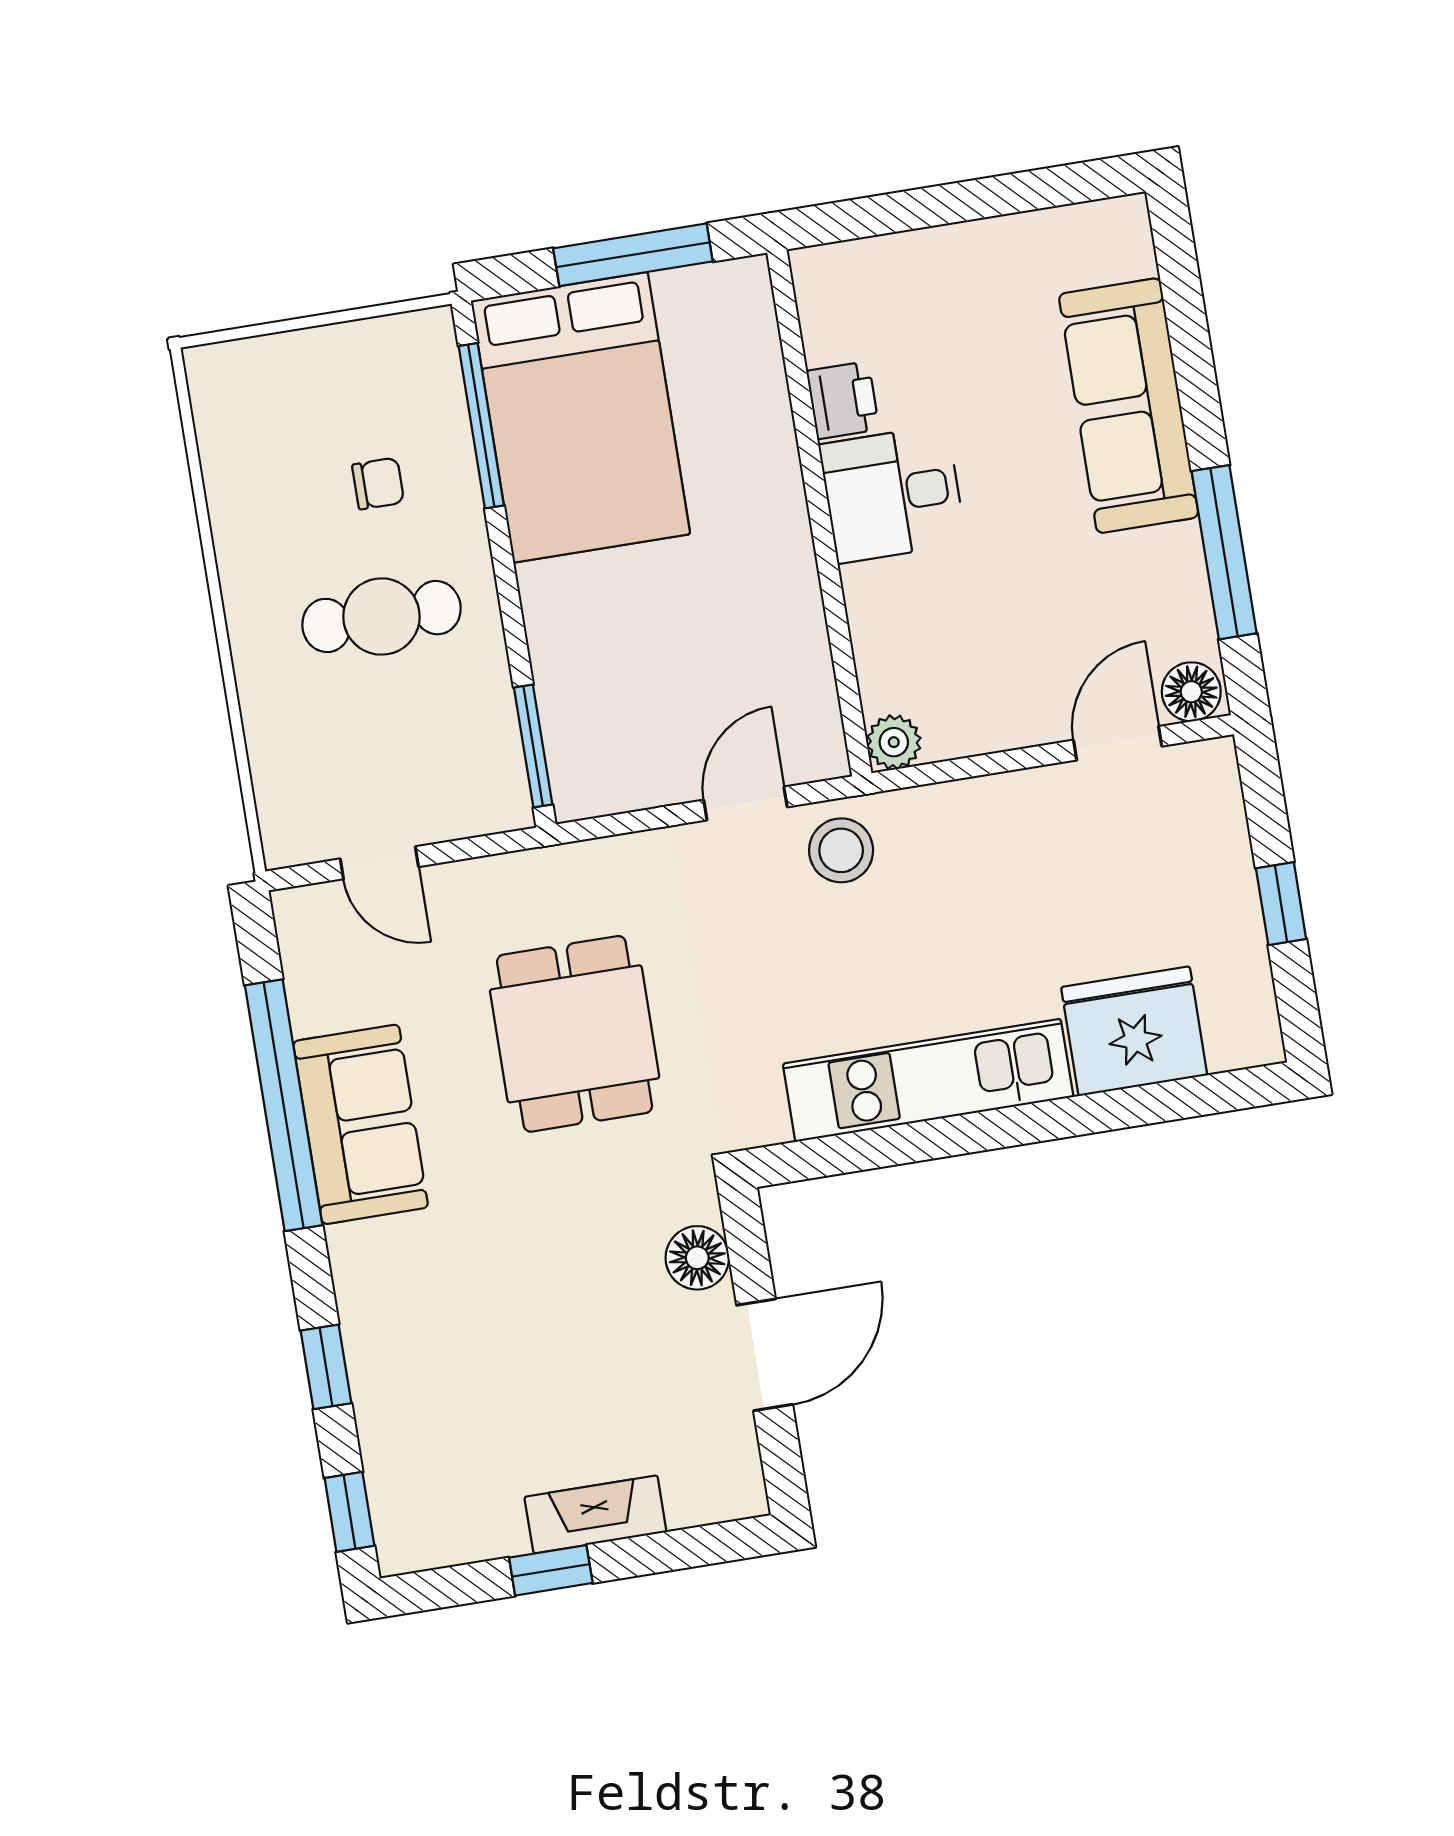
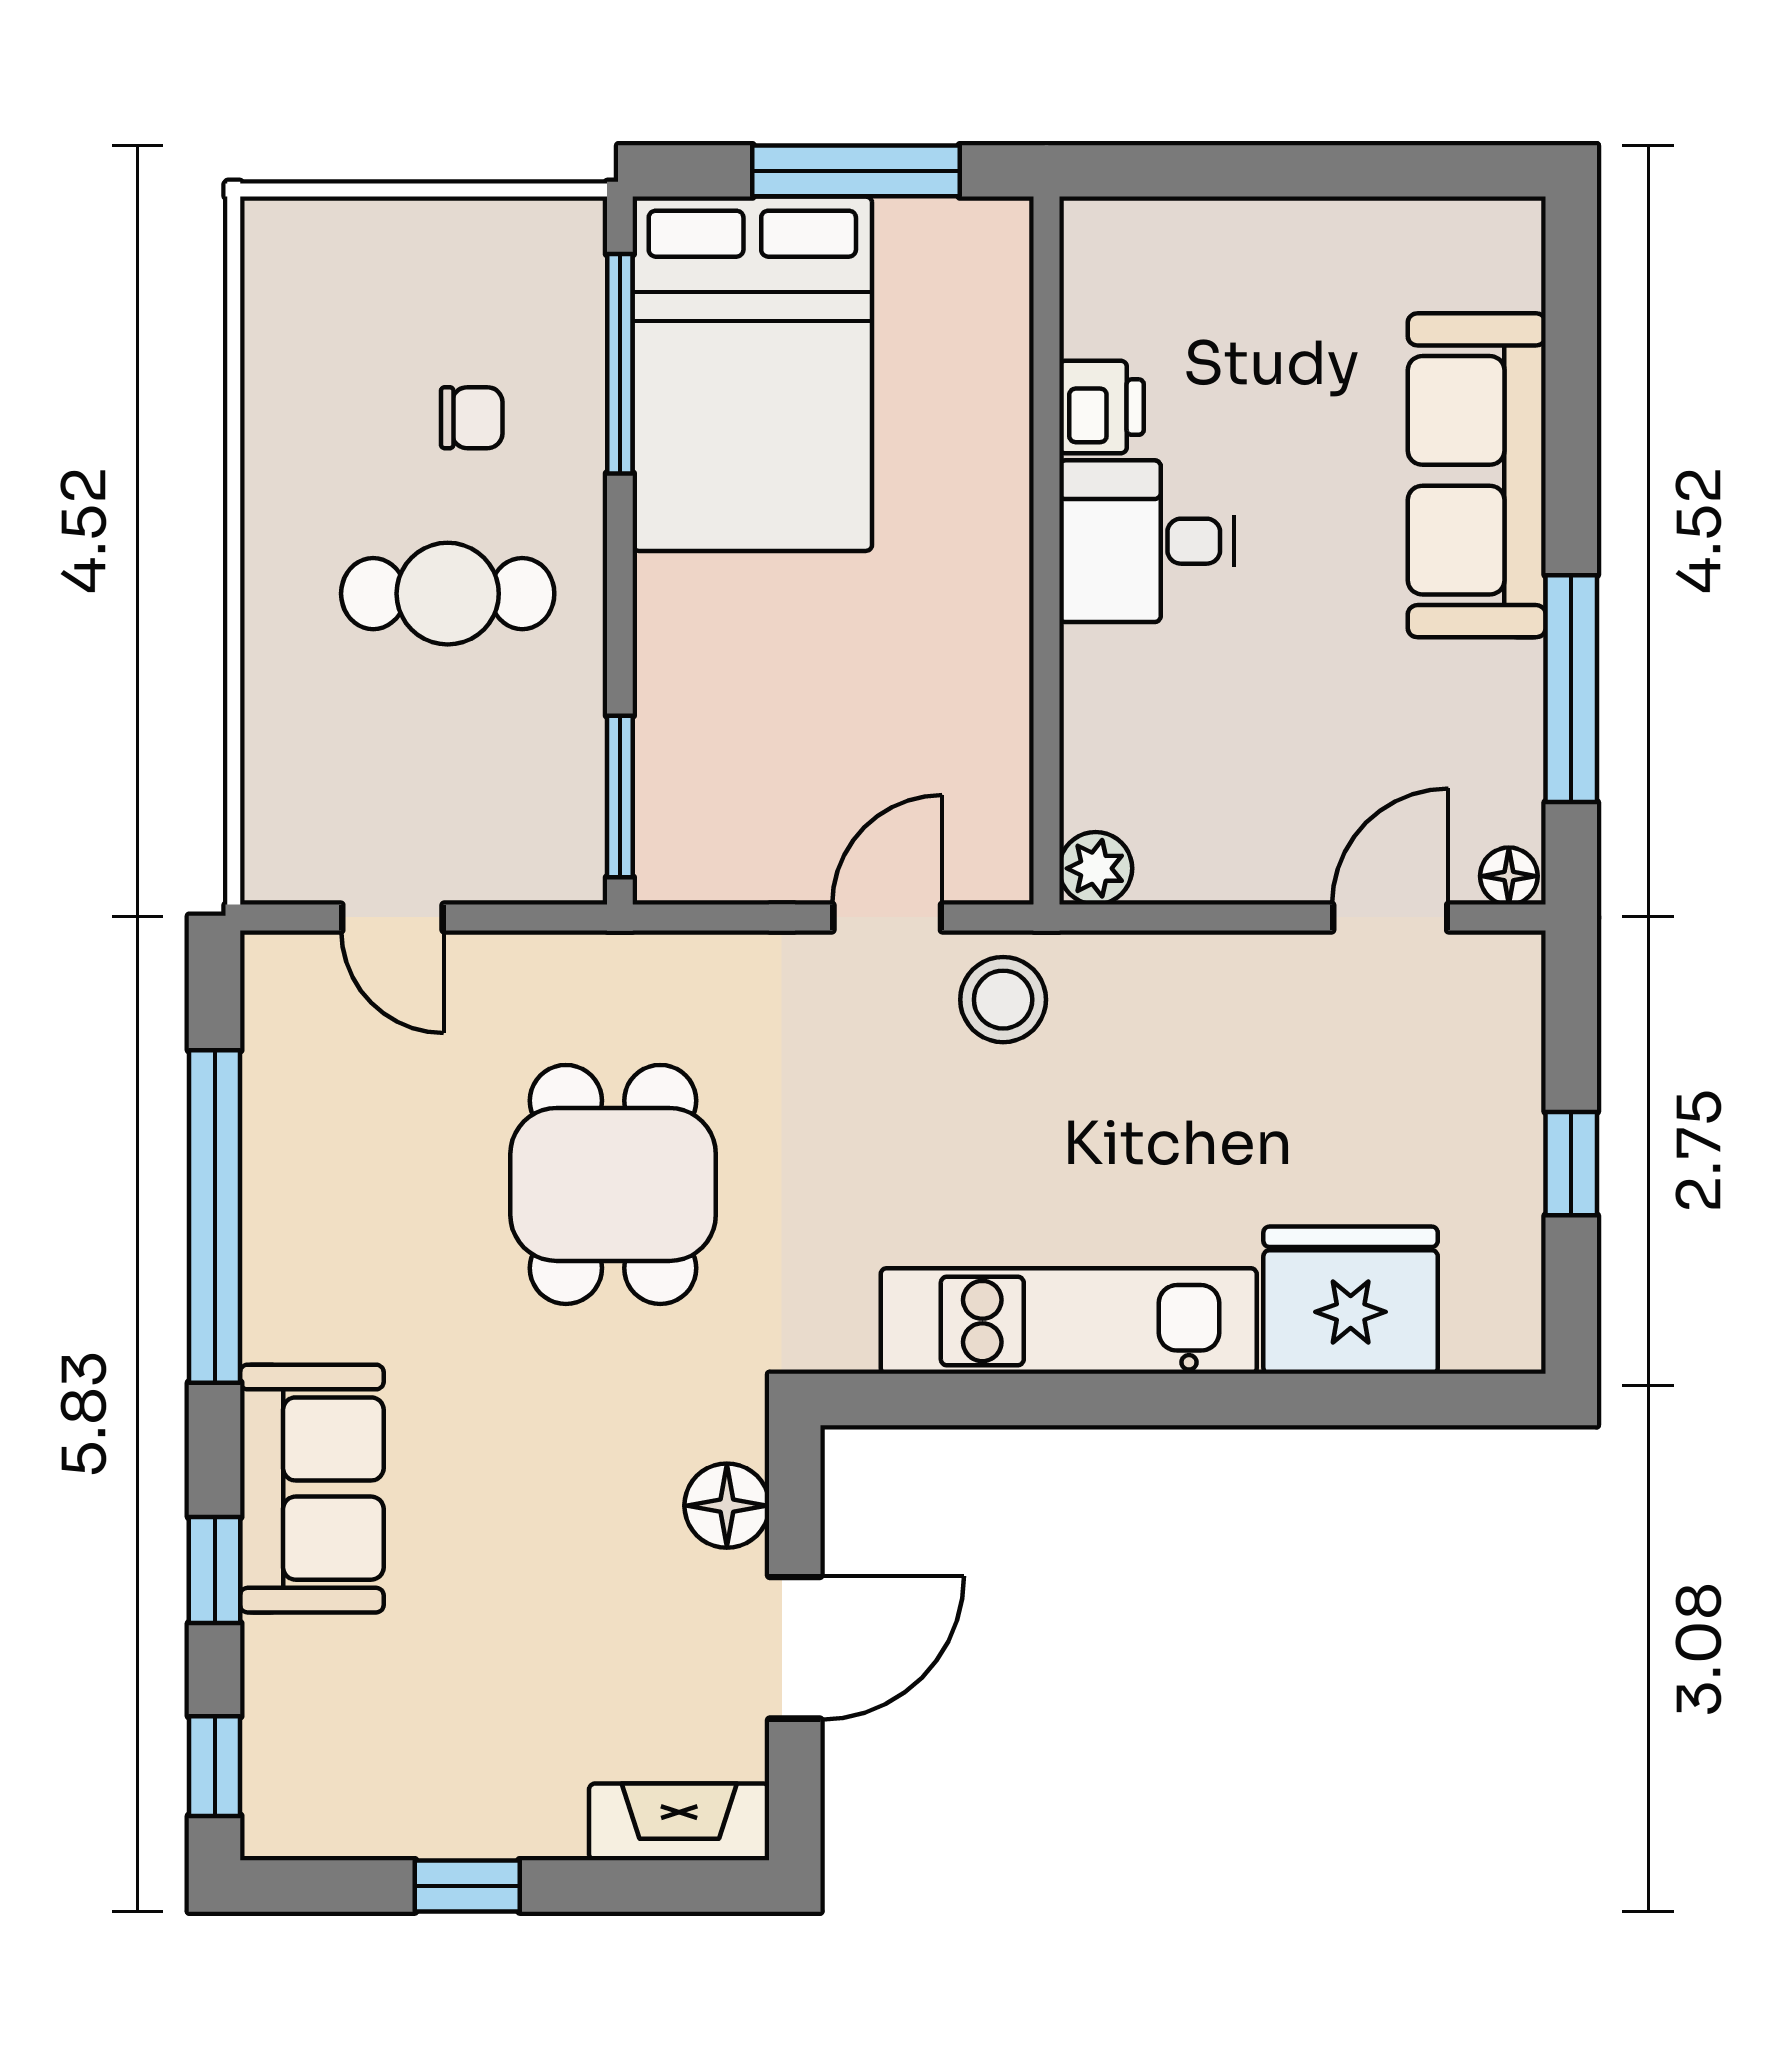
floor lamp: (1191, 692) -> (1509, 876), width x0.73, depth x0.73
sofa: (361, 1124) -> (312, 1489), moved
fireplace: (595, 1514) -> (679, 1822), moved

